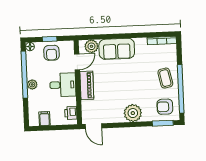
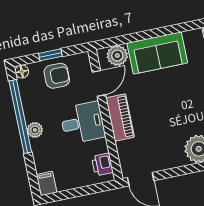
armchair: (51, 53) -> (57, 76), turned -90
filing cabinet: (45, 119) -> (47, 183), moved

